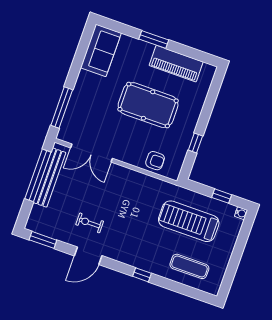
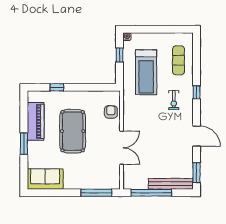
window: (195, 143) -> (57, 87), moved
double door: (92, 153) -> (122, 148), moved
bench: (49, 178) -> (171, 184), moved
exercise bike: (90, 223) -> (174, 100), moved

